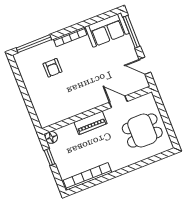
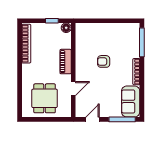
armchair: (52, 68) -> (104, 61), moved

